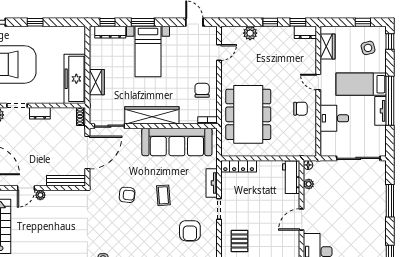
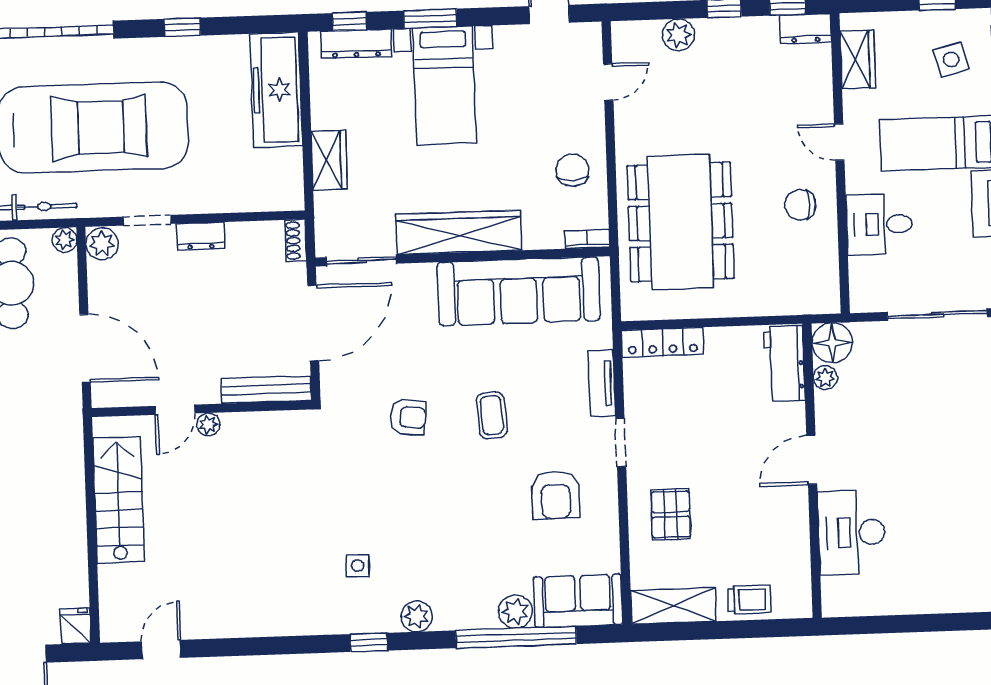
freezer: (75, 79) -> (276, 90), moved
chair: (300, 109) -> (800, 205), turned 180
floor lamp: (308, 165) -> (832, 343), width x1.89, depth x1.89

